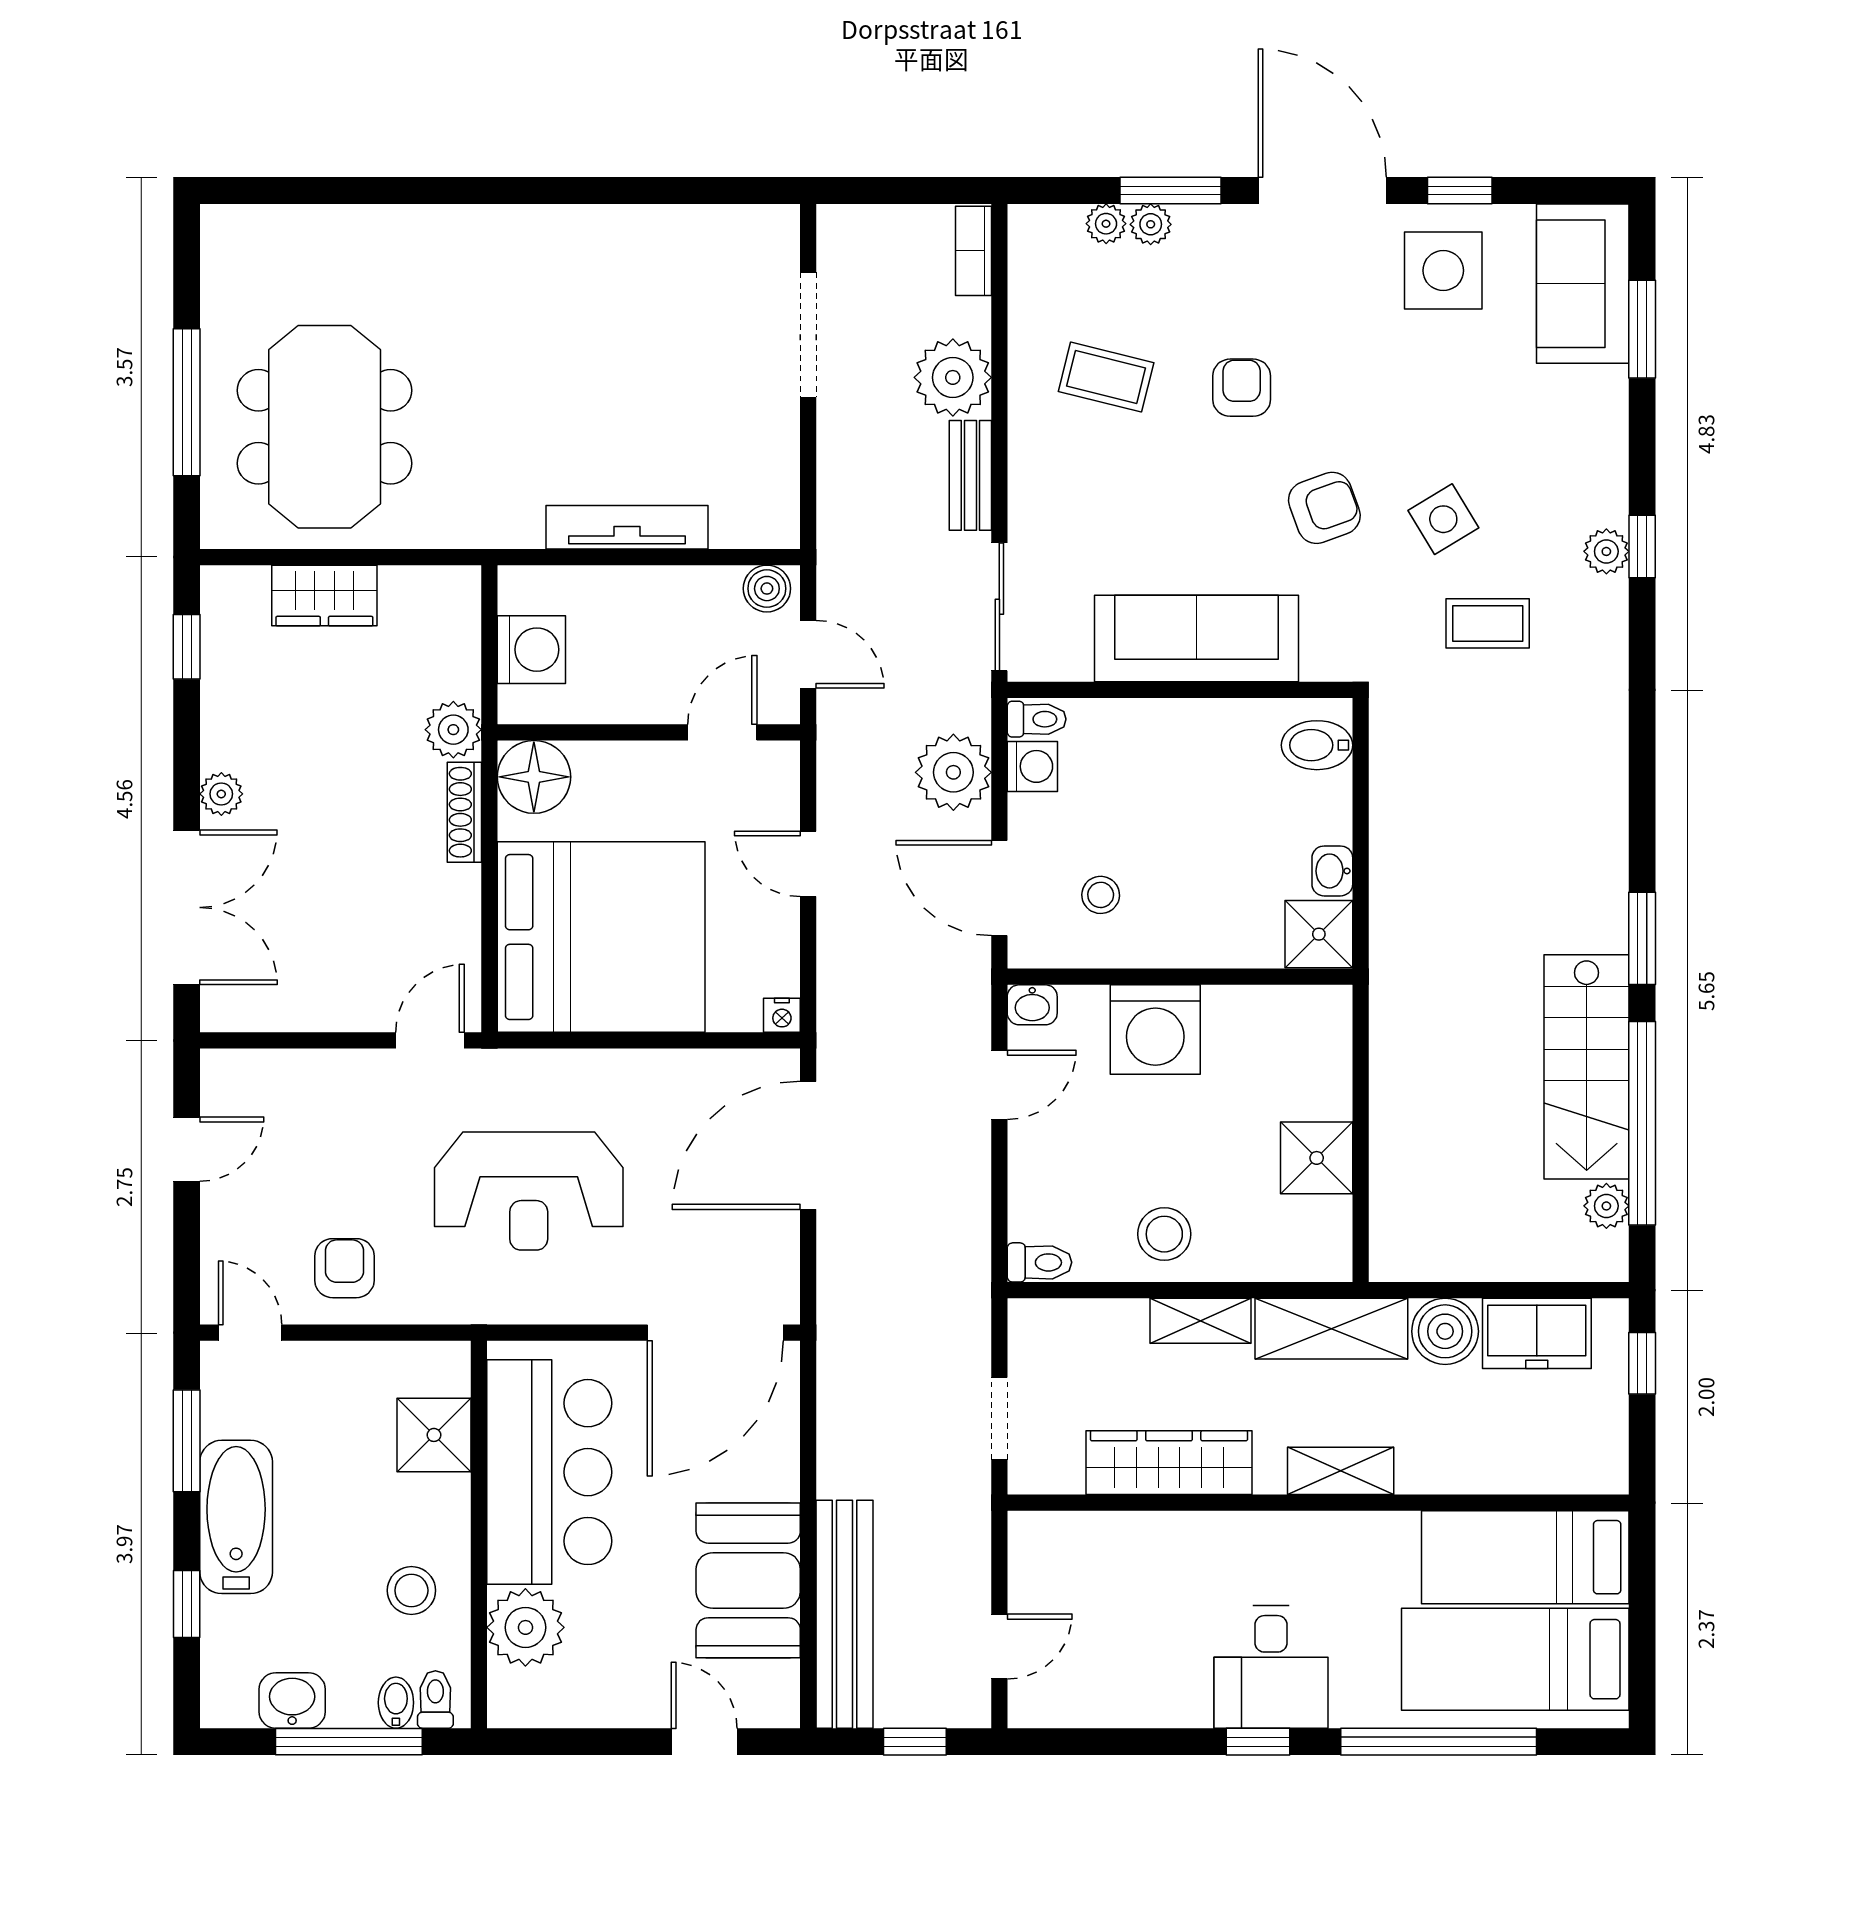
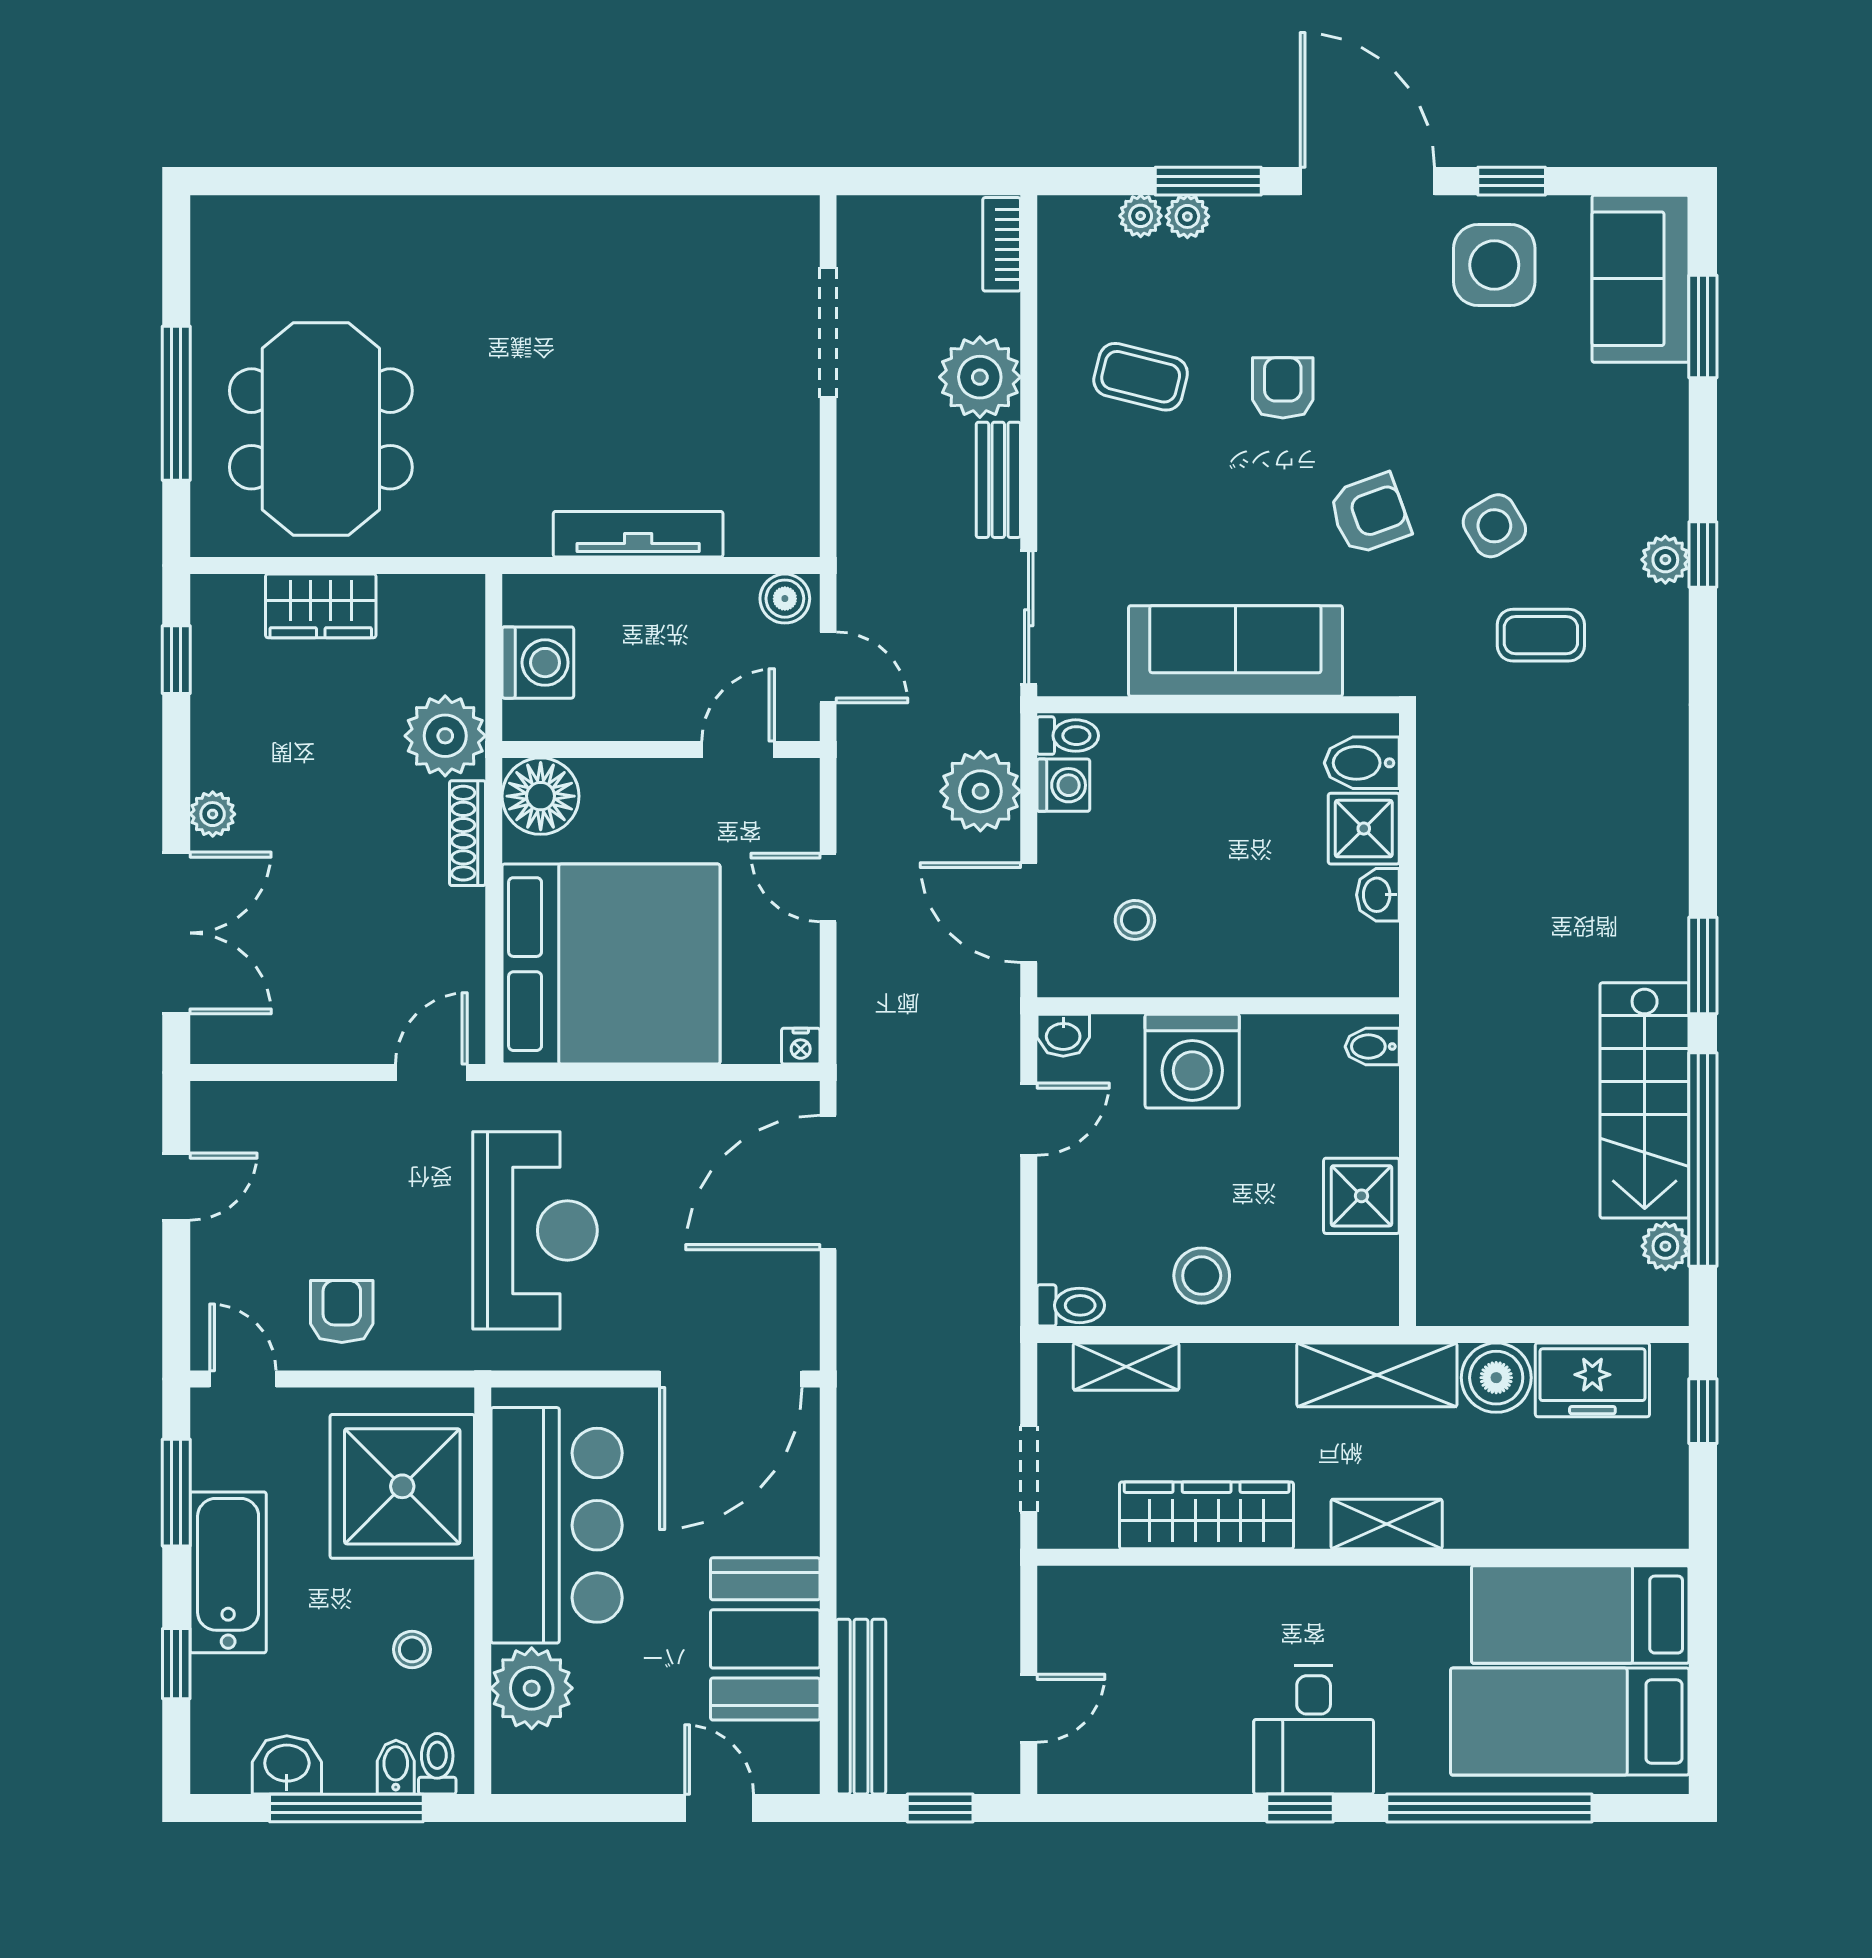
plant: (453, 730) -> (445, 736), width x1.36, depth x1.36
shower: (1319, 934) -> (1364, 829), moved
bidet: (1327, 1016) -> (1372, 1046), added
reception desk: (529, 1191) -> (535, 1230), turned -90
shelving: (1201, 1321) -> (1126, 1367), moved
shower: (434, 1435) -> (402, 1486), width x1.86, depth x1.86
stool: (411, 1590) -> (412, 1649), width x0.73, depth x0.73
bench: (844, 1614) -> (861, 1707), width x0.73, depth x0.82

